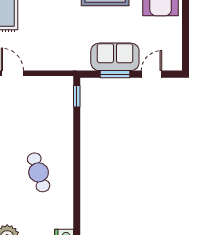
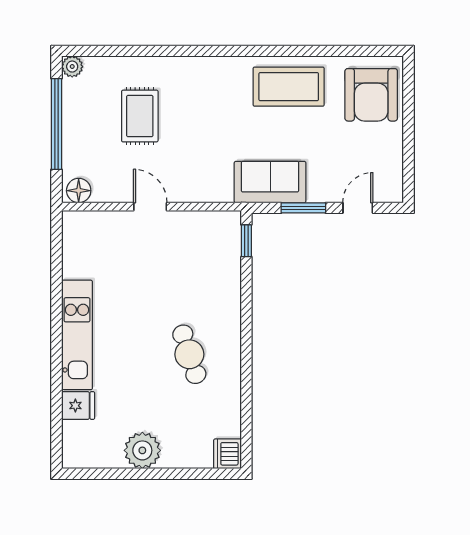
sofa: (115, 57) -> (270, 182), moved

